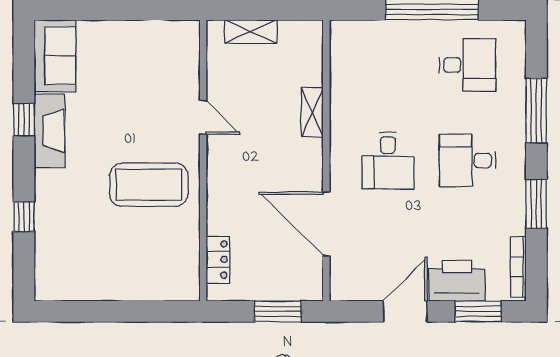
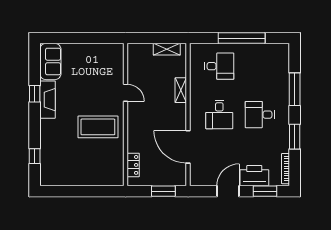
shelving: (251, 32) -> (167, 49), moved
desk: (468, 65) -> (219, 66), moved
window: (24, 217) -> (35, 156), moved

